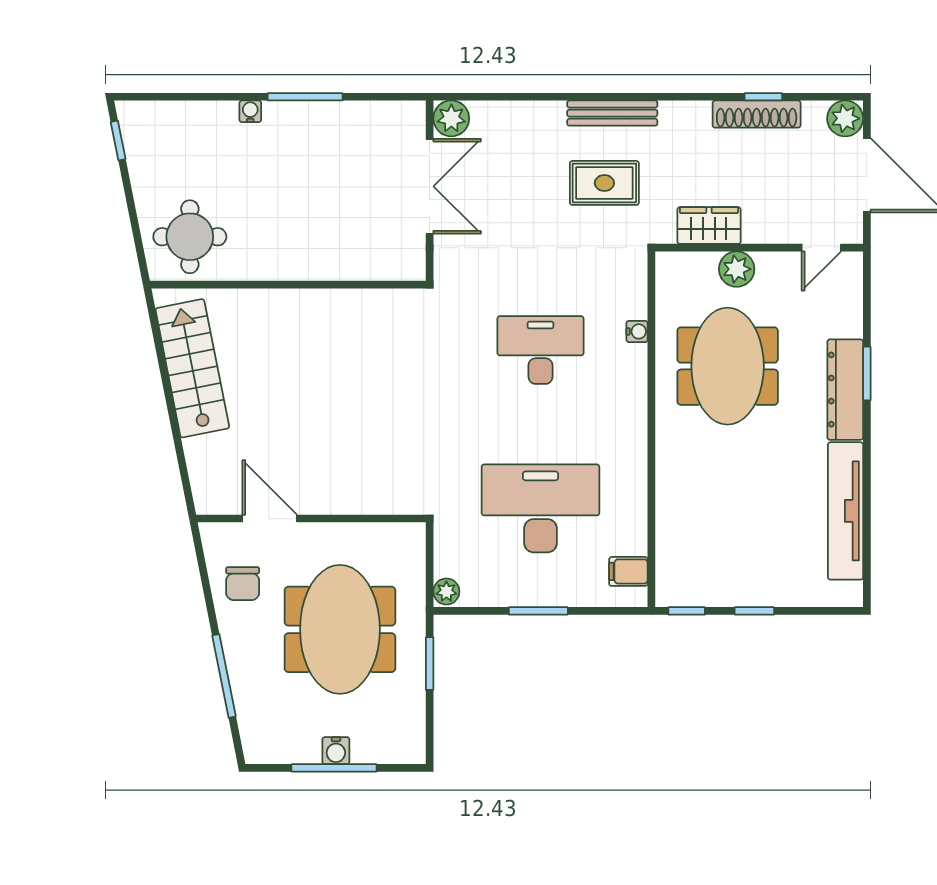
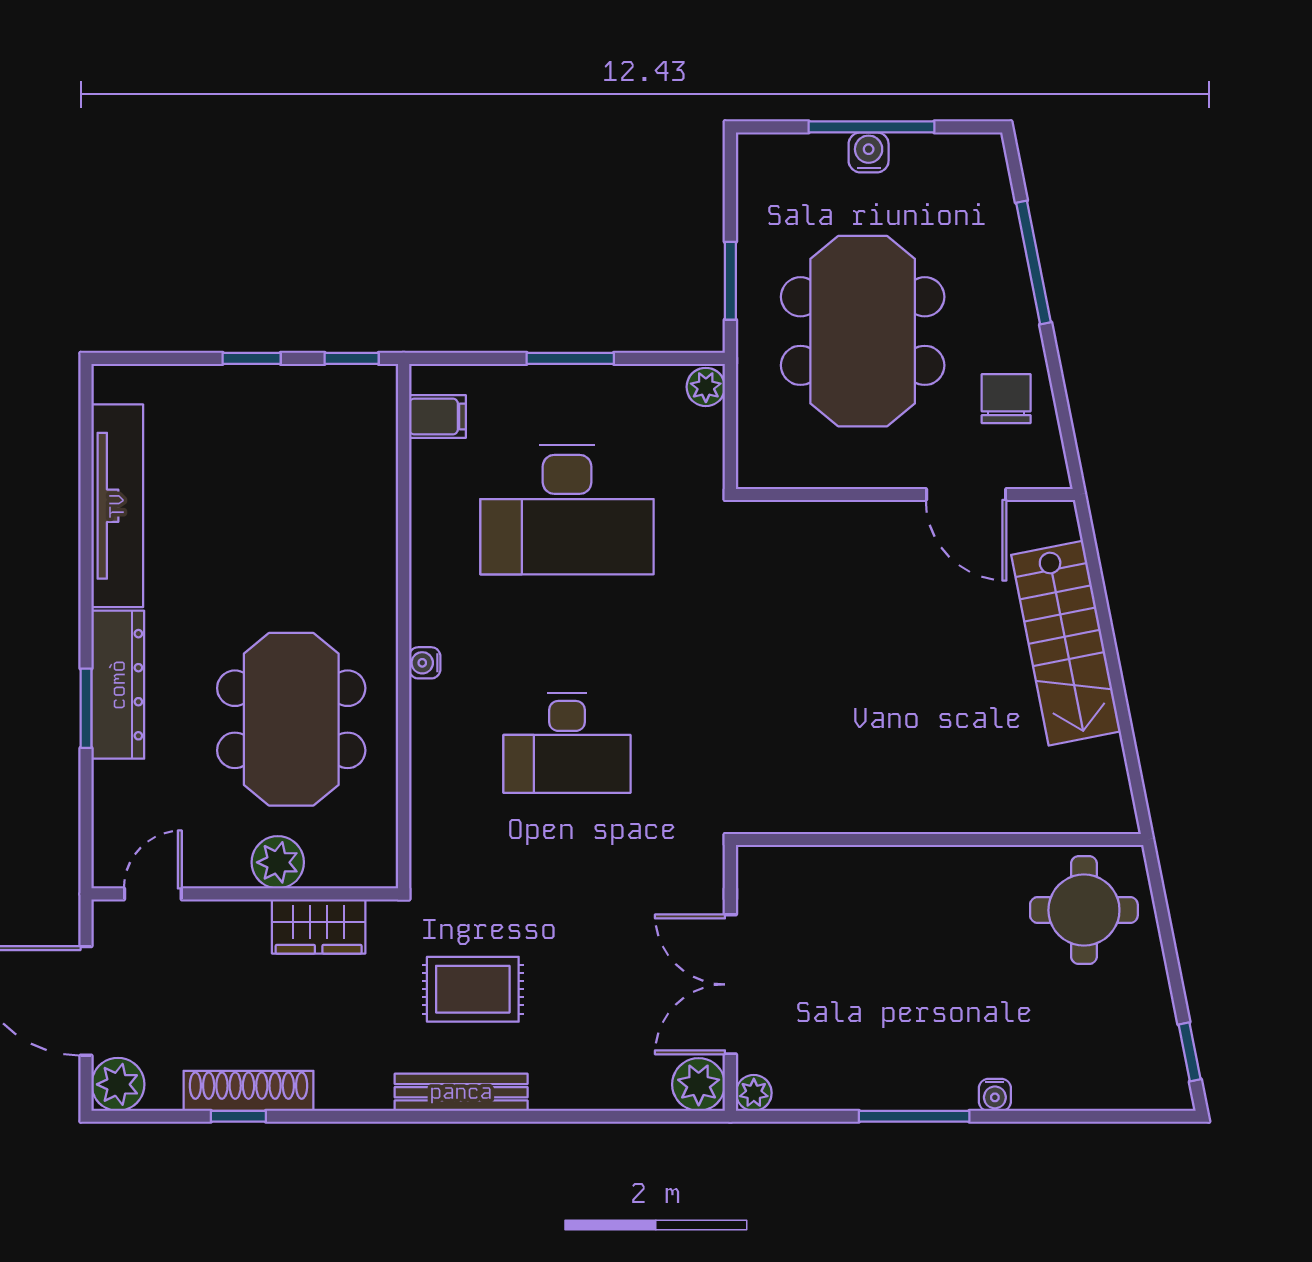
plant: (414, 113) -> (754, 1093), added
water cooler: (637, 331) -> (425, 663), moved
stairs: (192, 368) -> (1066, 643), moved

